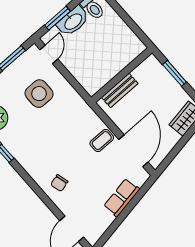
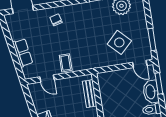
side table: (39, 94) -> (119, 42), turned 45
door: (133, 151) -> (47, 78), width x0.53

